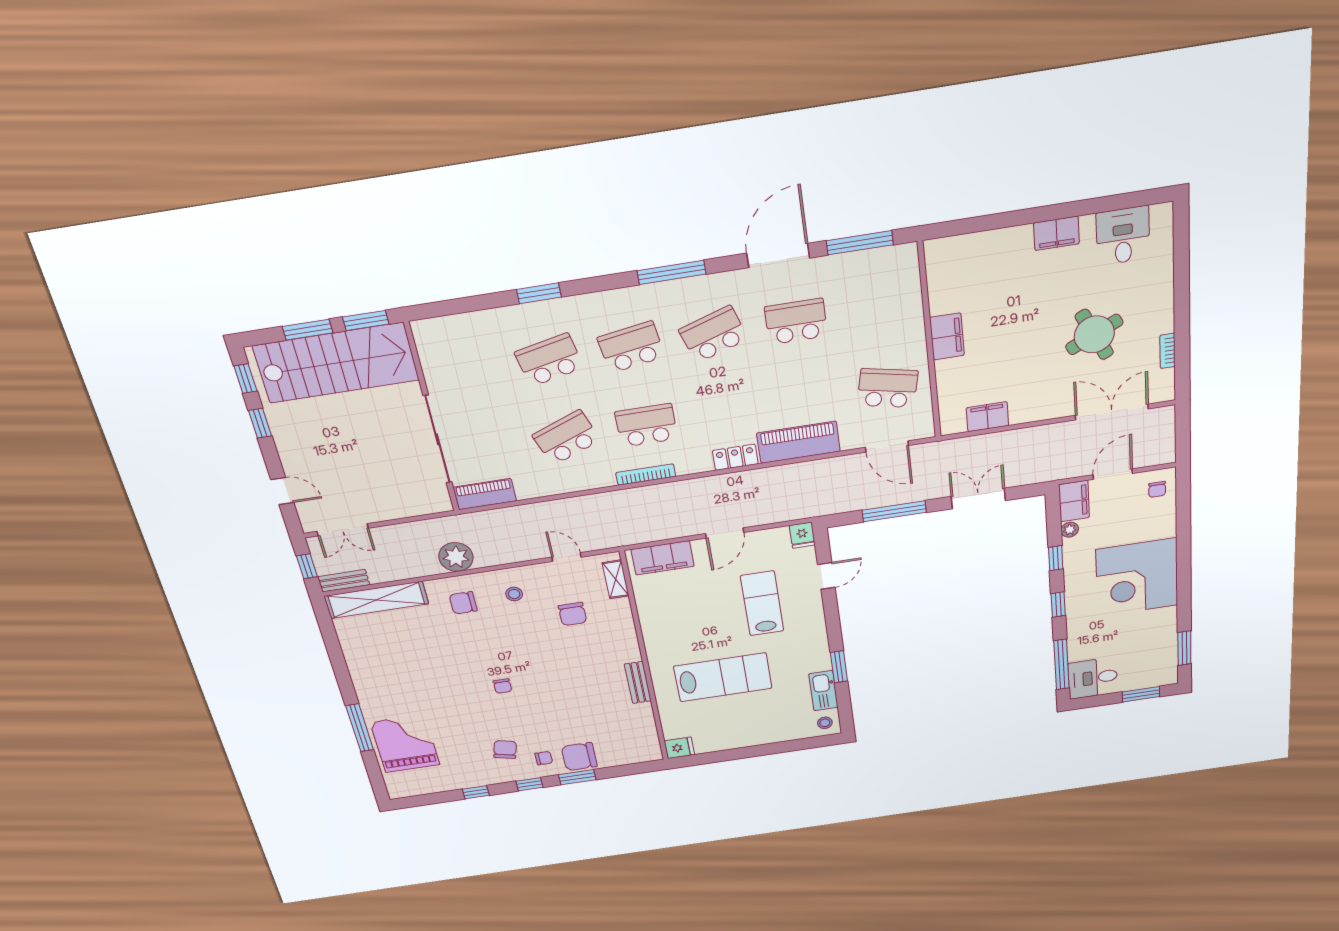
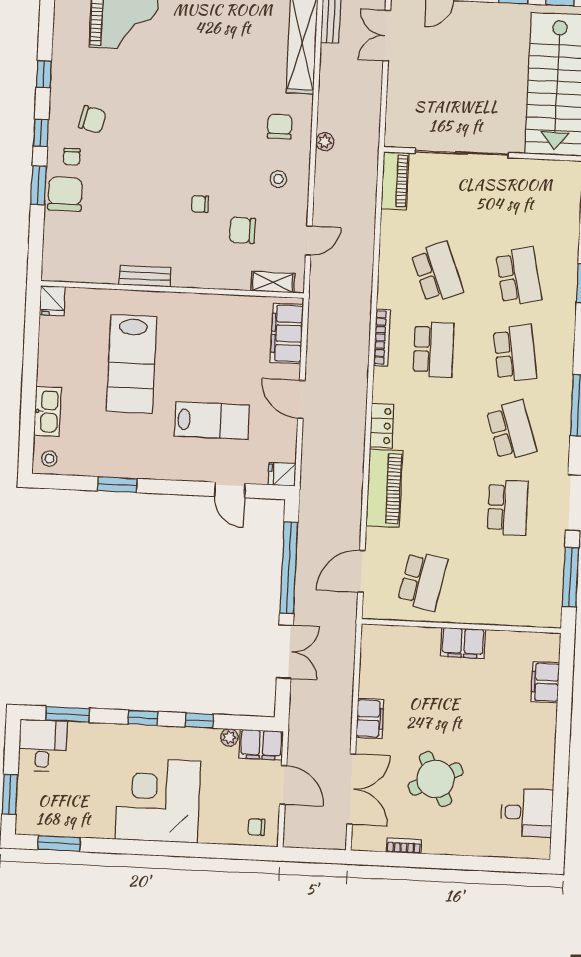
filing cabinet: (1056, 233) -> (545, 682), moved
filing cabinet: (987, 417) -> (370, 718), moved
window: (894, 511) -> (289, 568), width x1.46
plant: (456, 557) -> (325, 142), width x0.53, depth x0.53
window: (1061, 664) -> (68, 714), width x0.69
chair: (503, 686) -> (200, 204), moved
kitchen sink: (823, 691) -> (48, 411), moved, turned 90

